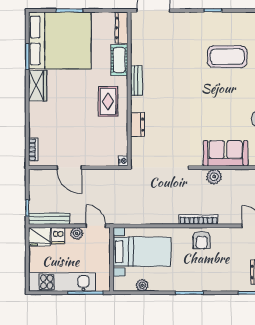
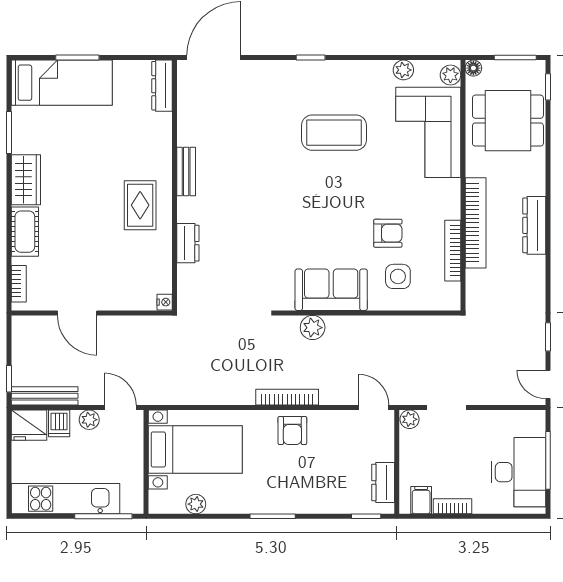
bed: (60, 40) -> (62, 83), width x0.49
cot: (119, 60) -> (25, 232), moved

